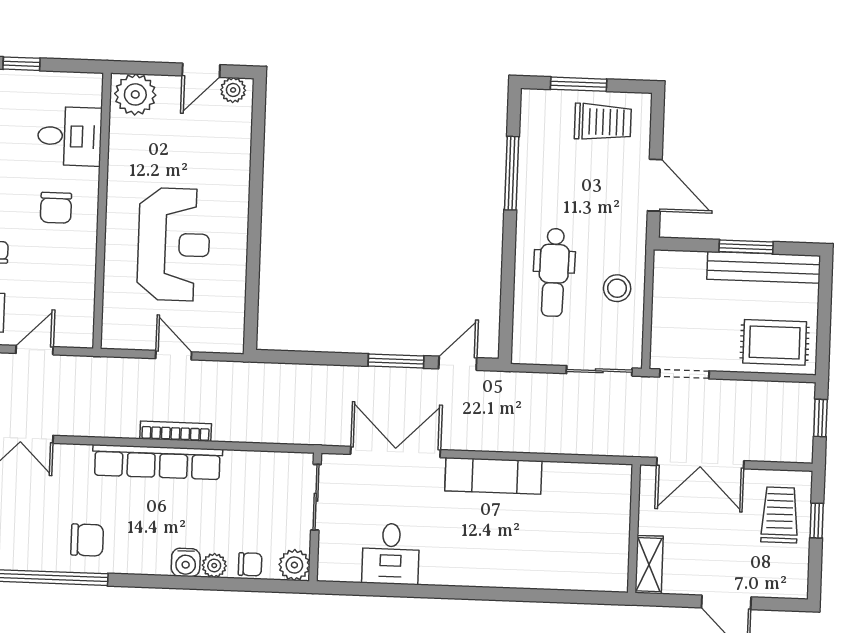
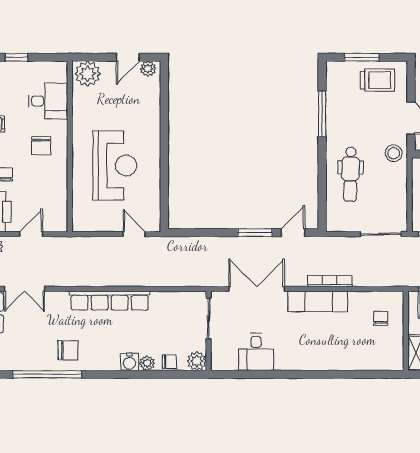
stool: (617, 288) -> (394, 153), moved
door: (174, 355) -> (134, 234), moved
bookcase: (176, 431) -> (330, 281), moved
chair: (594, 507) -> (381, 318), added

